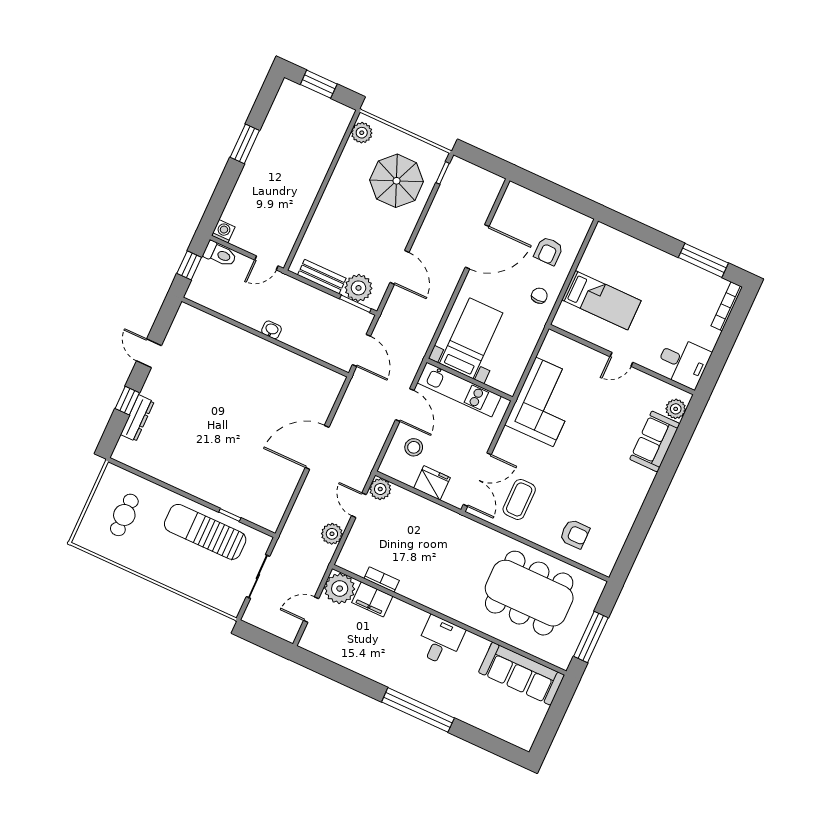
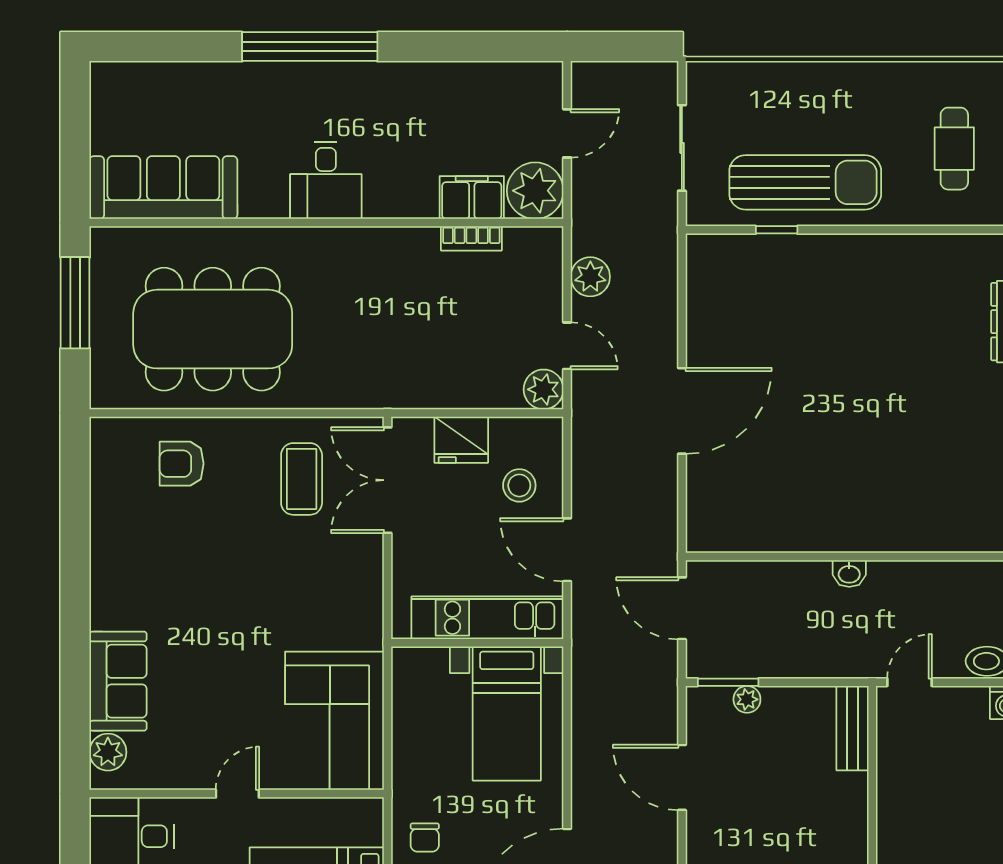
bench: (322, 277) -> (853, 728), moved, turned 90
plant: (358, 288) -> (747, 699), width x0.53, depth x0.53
corner sofa: (544, 402) -> (335, 721), moved

